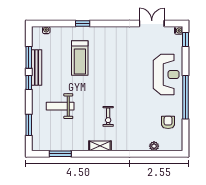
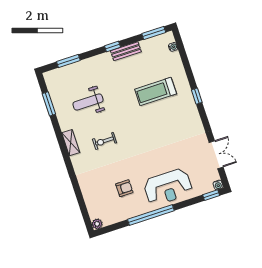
window: (83, 24) -> (197, 96), moved
window: (29, 57) -> (154, 33), moved
bench: (37, 67) -> (126, 51), width x0.73
weight bench: (60, 106) -> (88, 102), moved, turned -90
armchair: (168, 122) -> (124, 188), moved
plant: (154, 146) -> (97, 224), moved

